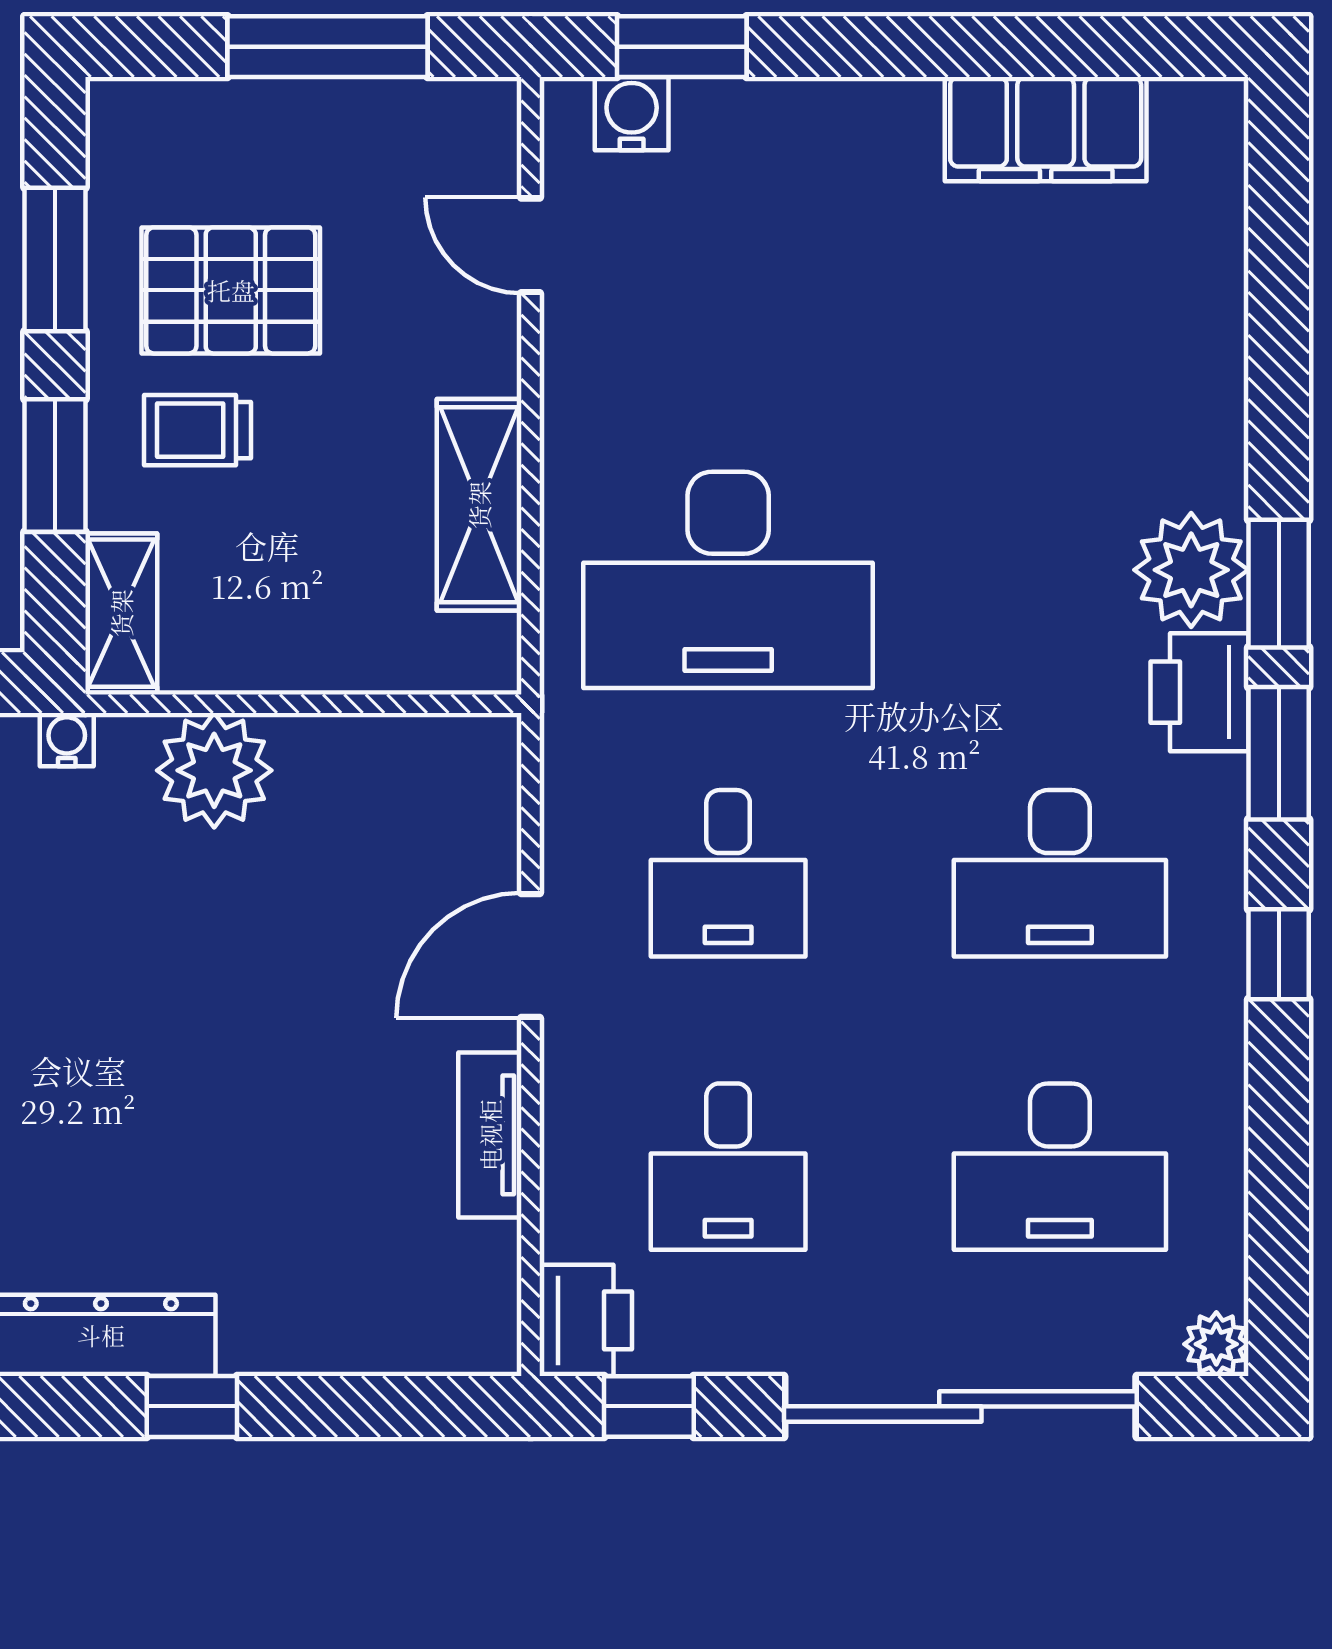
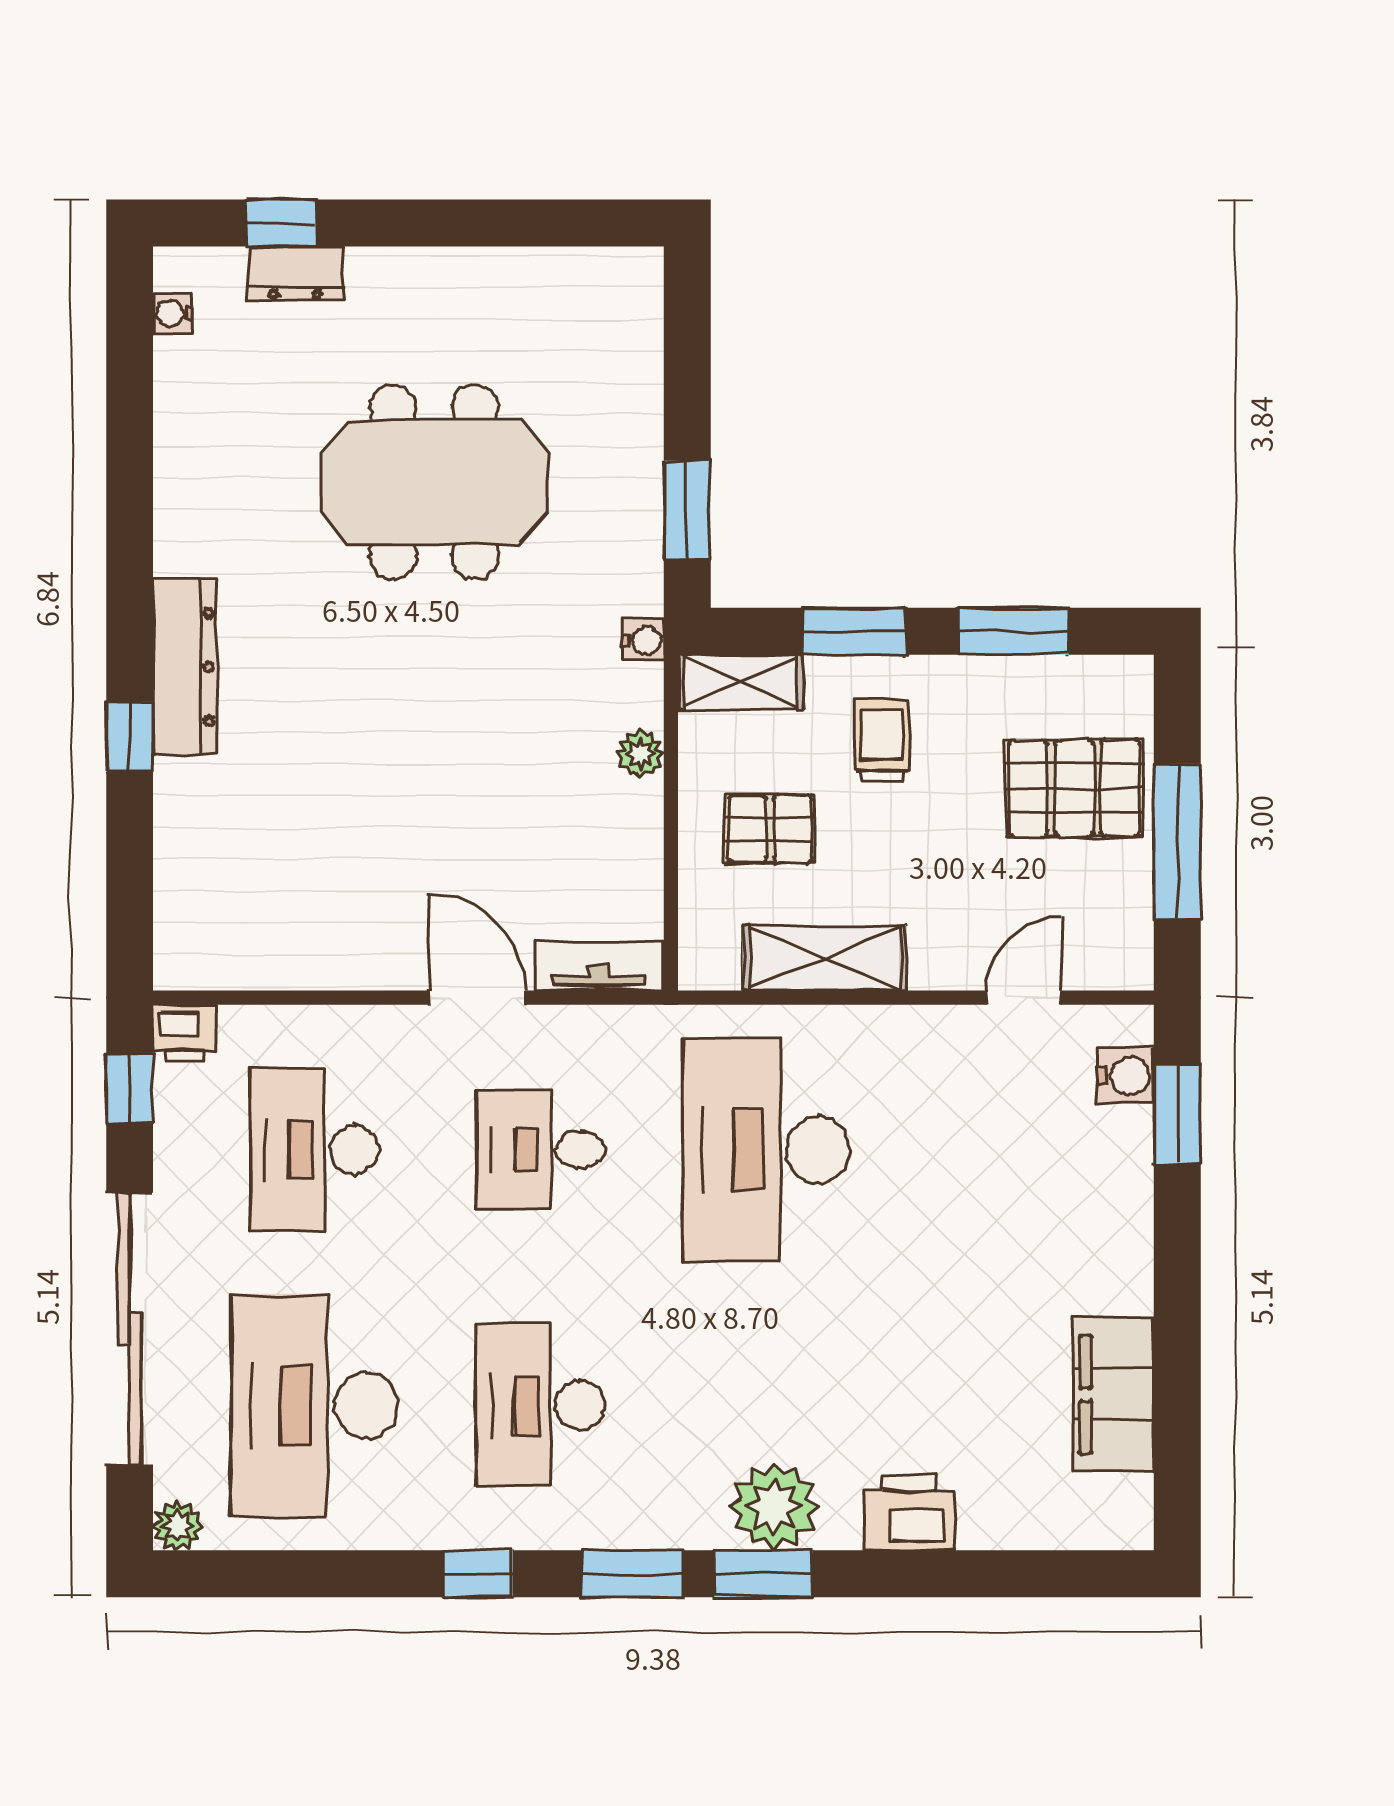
pallet: (231, 290) -> (1074, 788), moved, turned 90
pallet: (312, 575) -> (770, 829), added
printer: (1199, 692) -> (909, 1513), moved
plant: (214, 770) -> (640, 754), width x0.53, depth x0.53
tv unit: (490, 1135) -> (599, 966), moved
desk: (728, 1167) -> (314, 1150), width x1.37
desk: (1060, 1167) -> (314, 1405), width x1.36, depth x1.30
printer: (586, 1320) -> (184, 1033), width x0.73, depth x0.81

